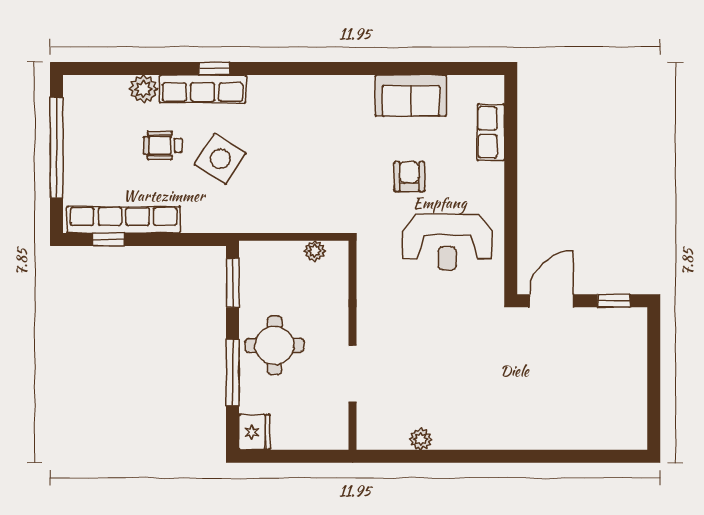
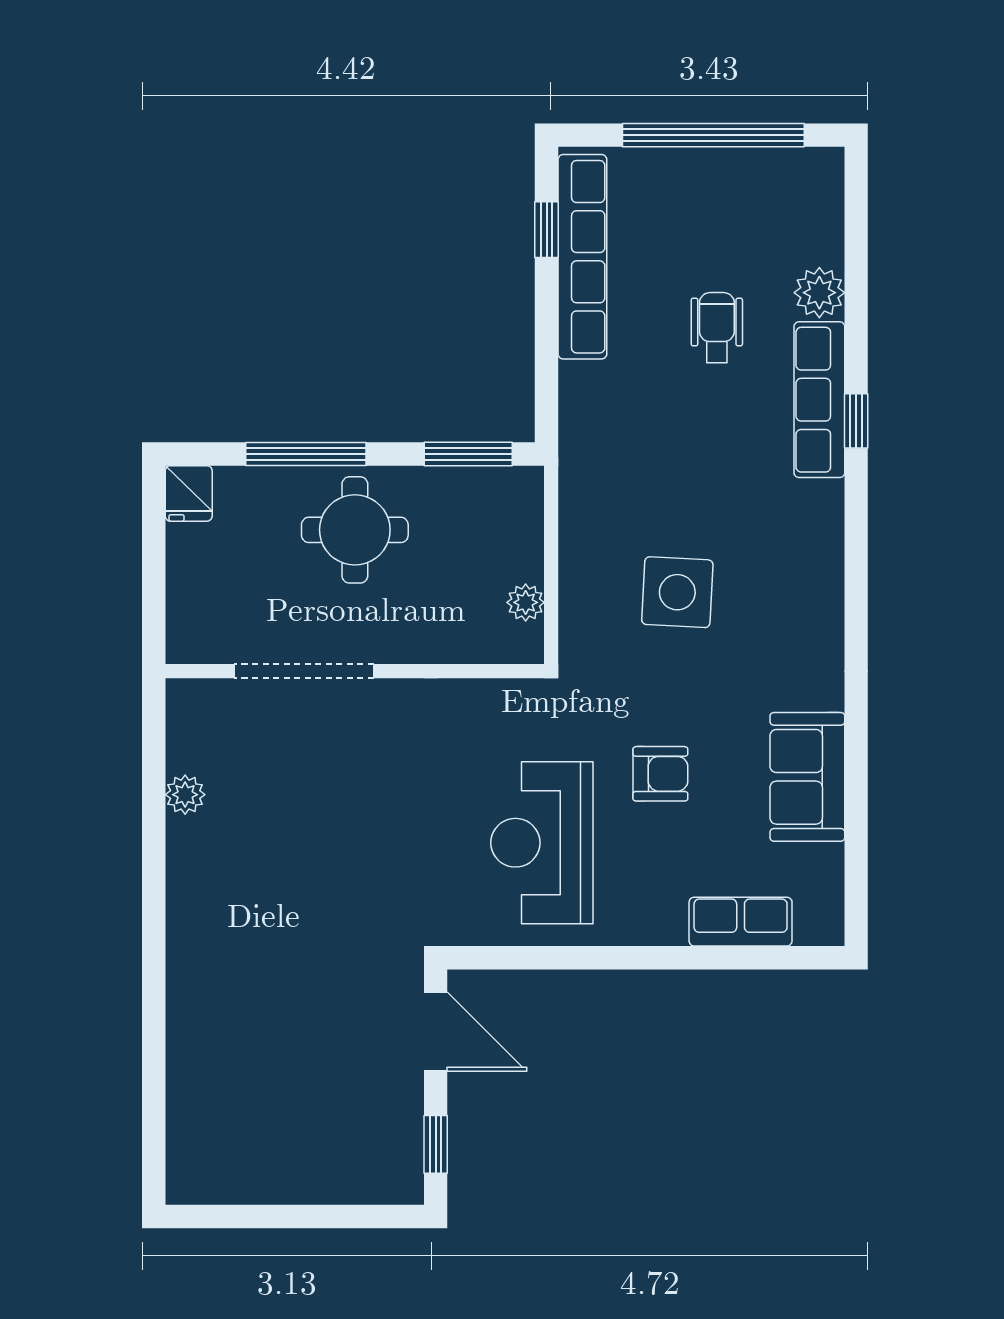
side table: (220, 159) -> (677, 592), moved, turned -30
doorway: (353, 373) -> (304, 671), width x1.36
fridge: (254, 432) -> (189, 493), width x0.72

